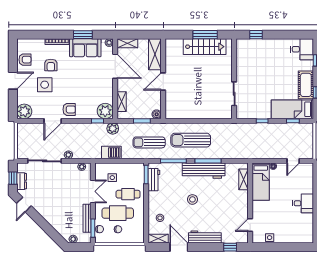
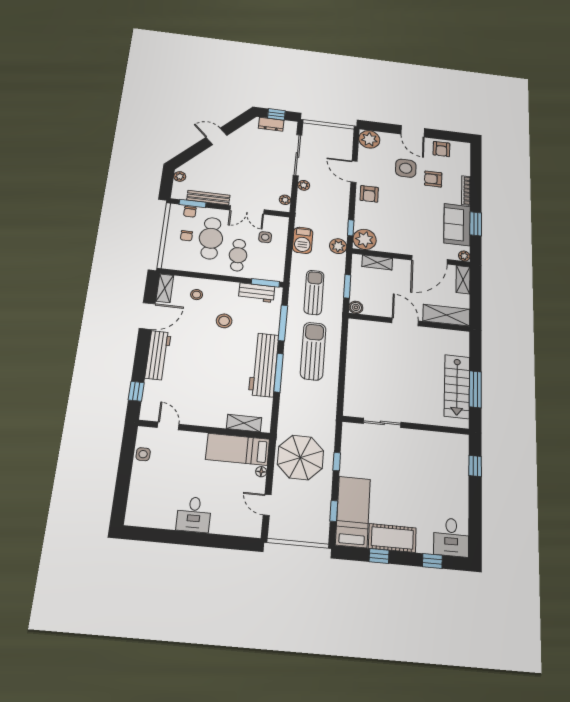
parasol: (262, 143) -> (300, 457), added
stool: (192, 199) -> (224, 321), moved
door: (24, 205) -> (216, 136), moved

